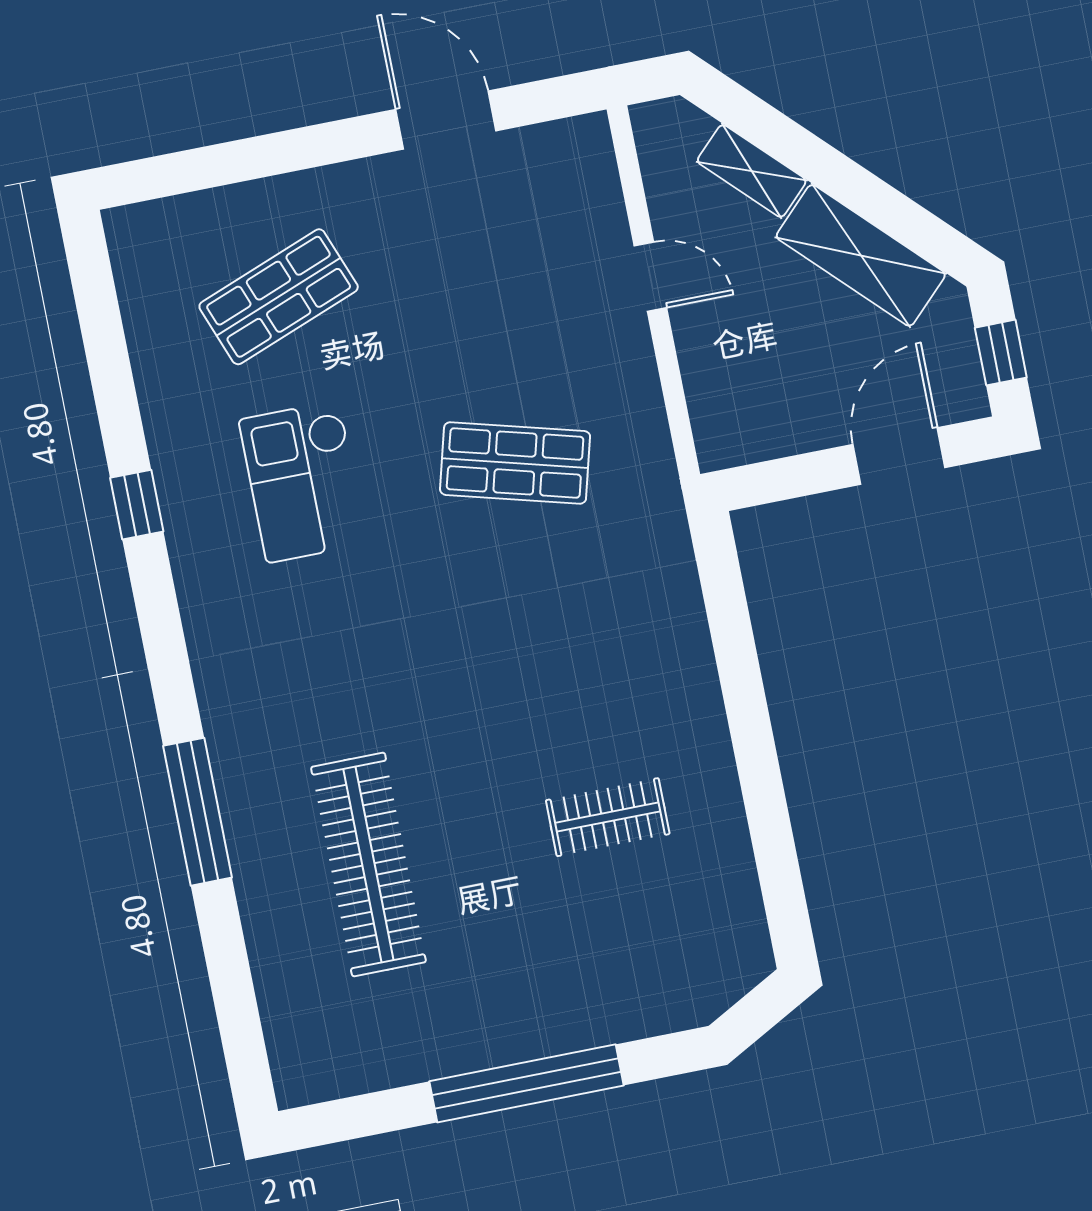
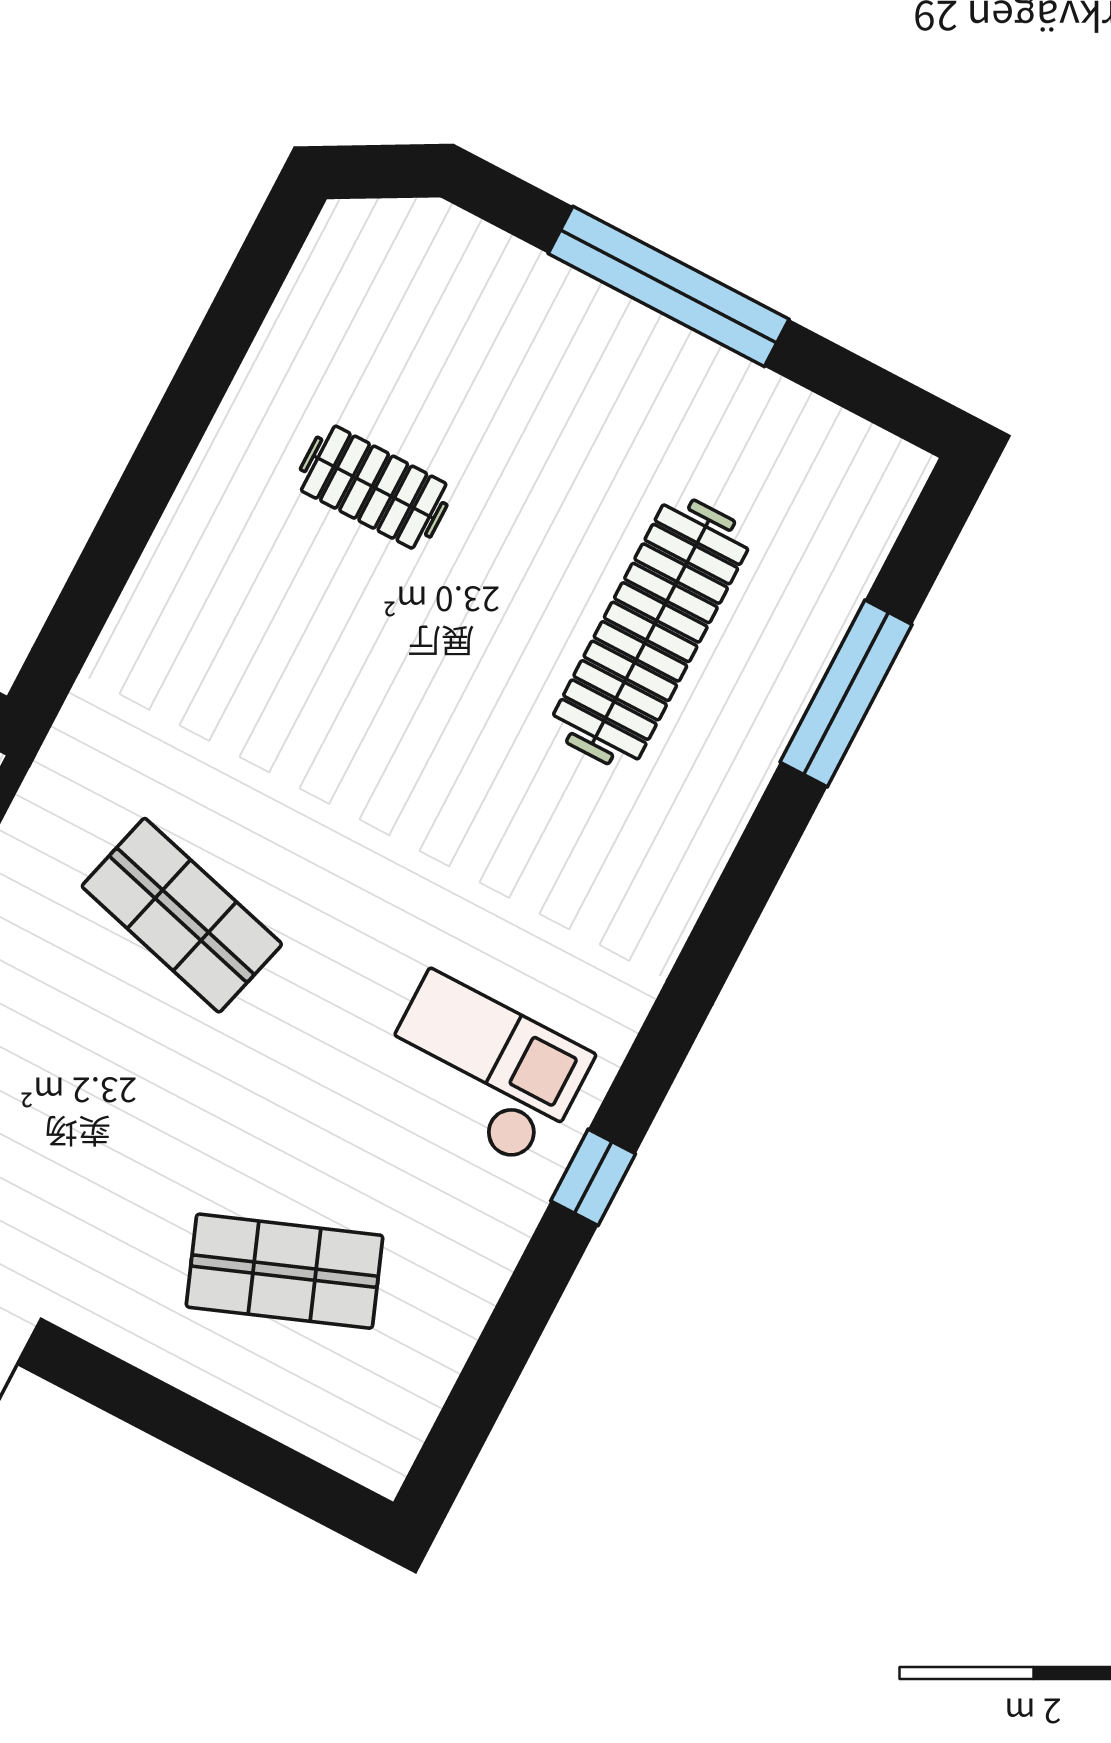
checkout: (303, 482) -> (482, 1069), moved, turned -90
window: (198, 812) -> (846, 693), moved

